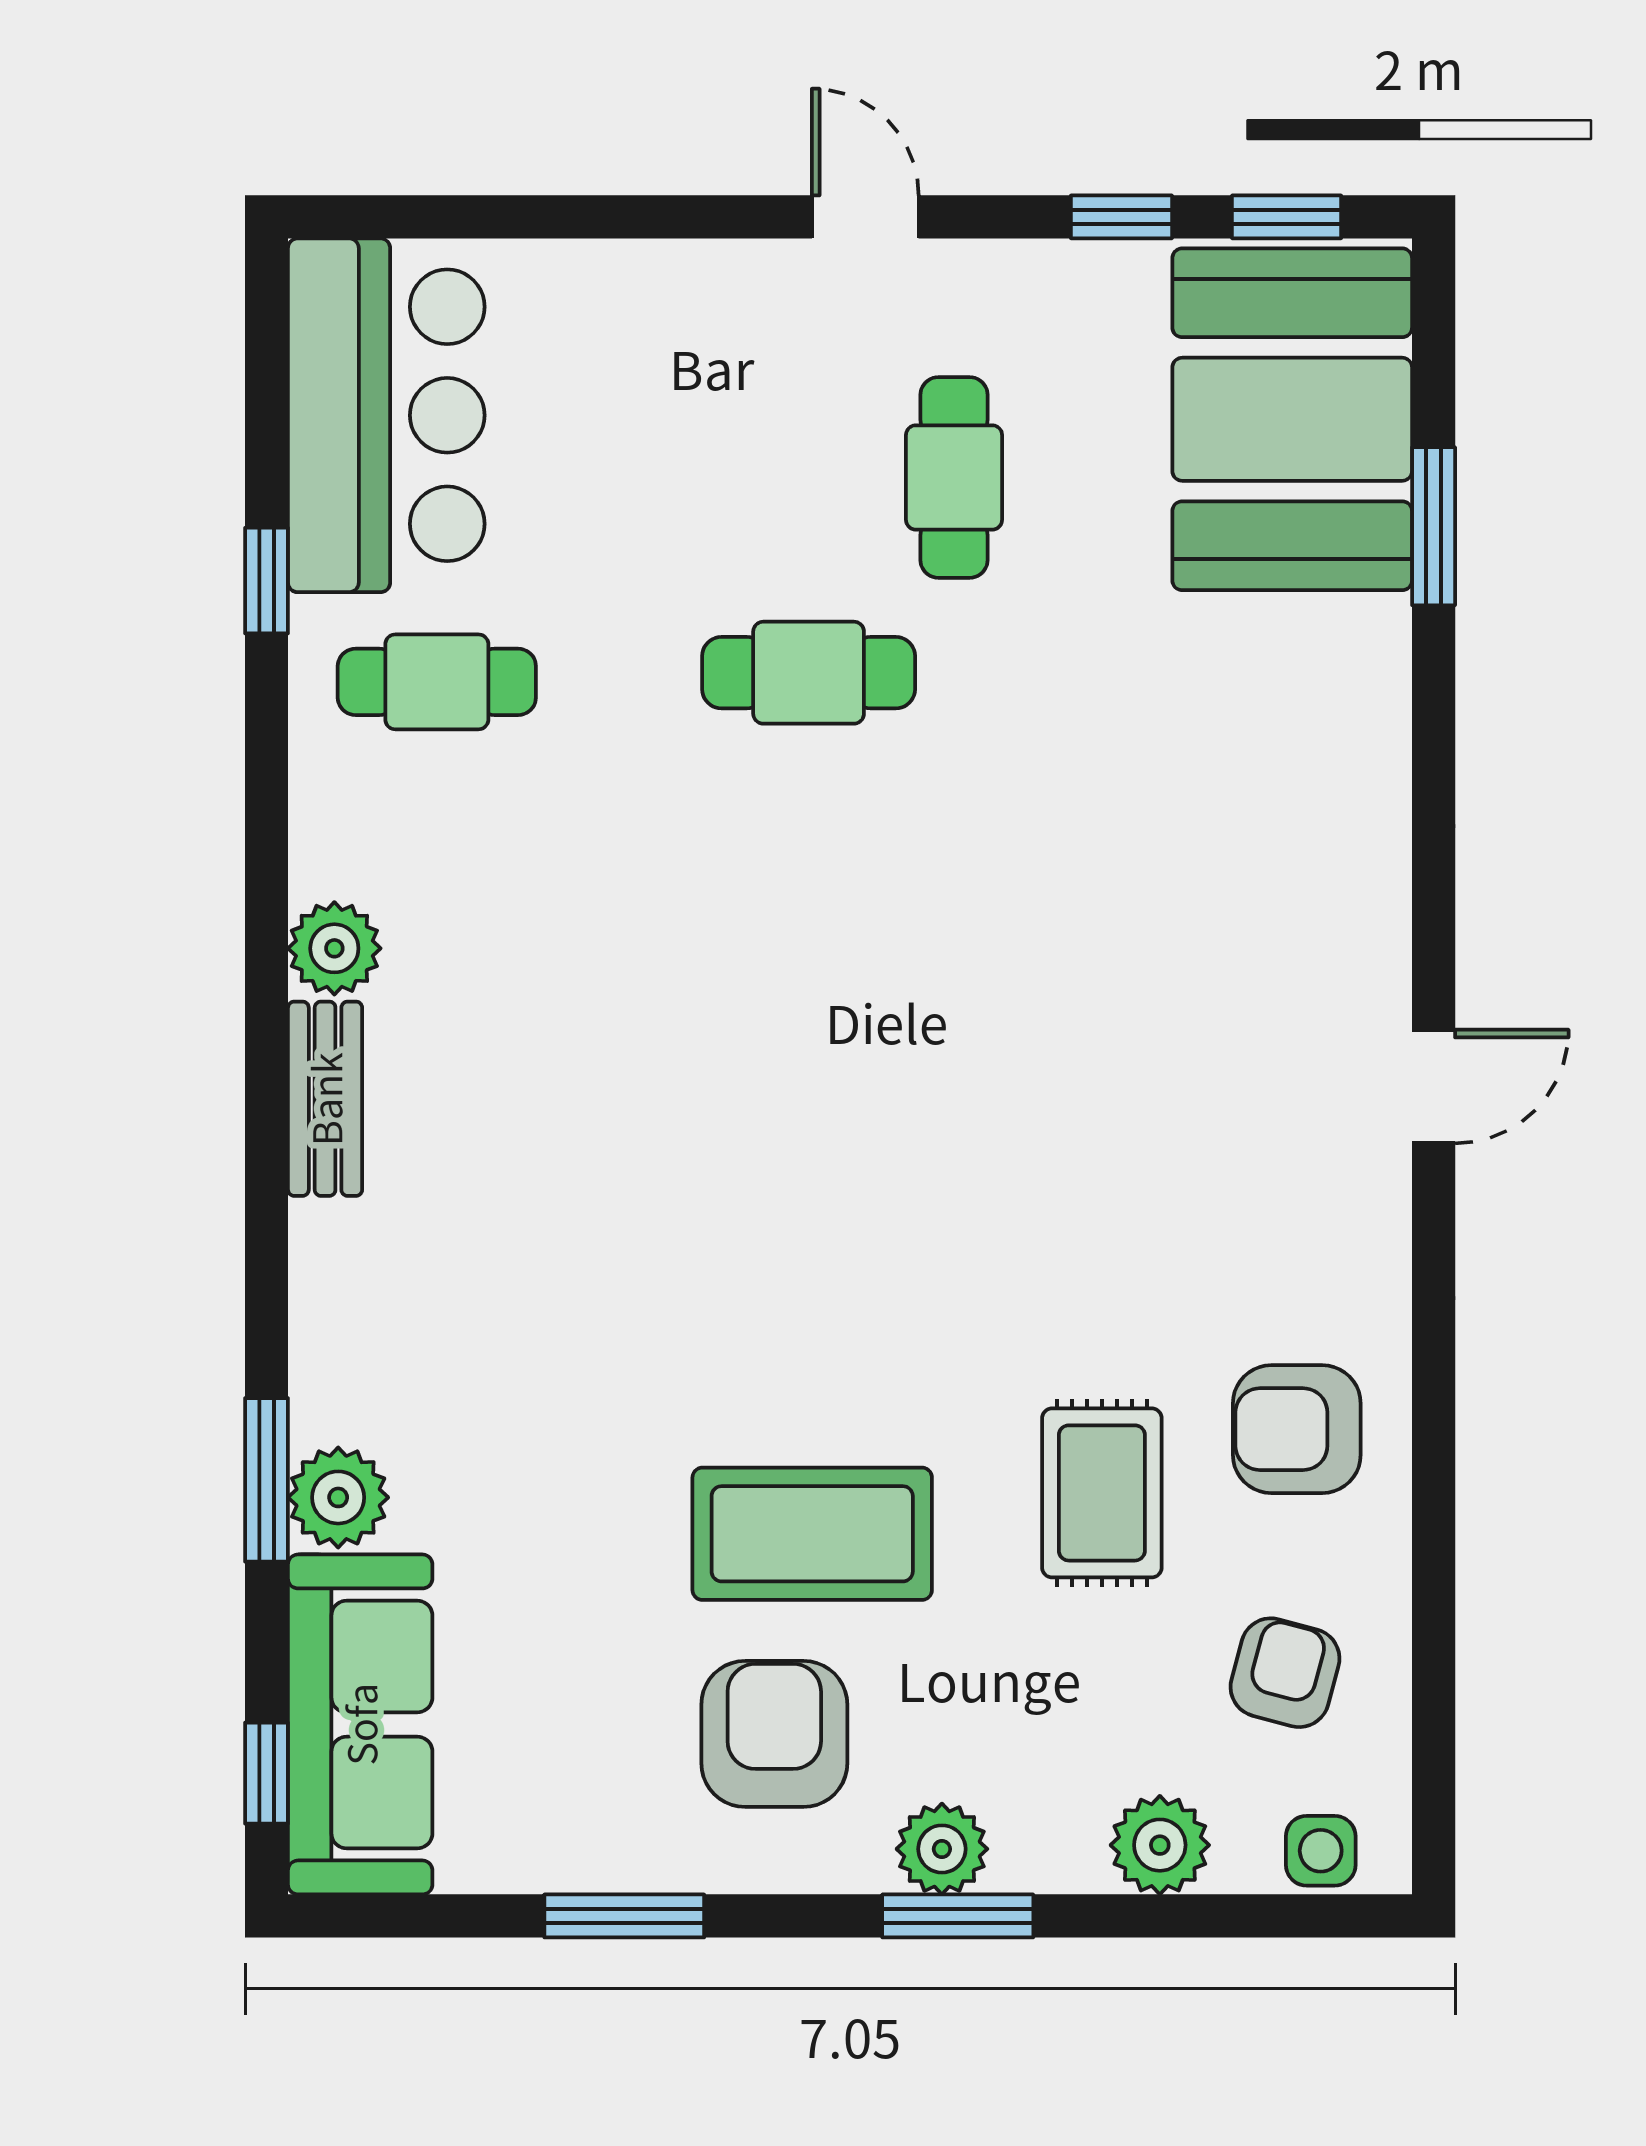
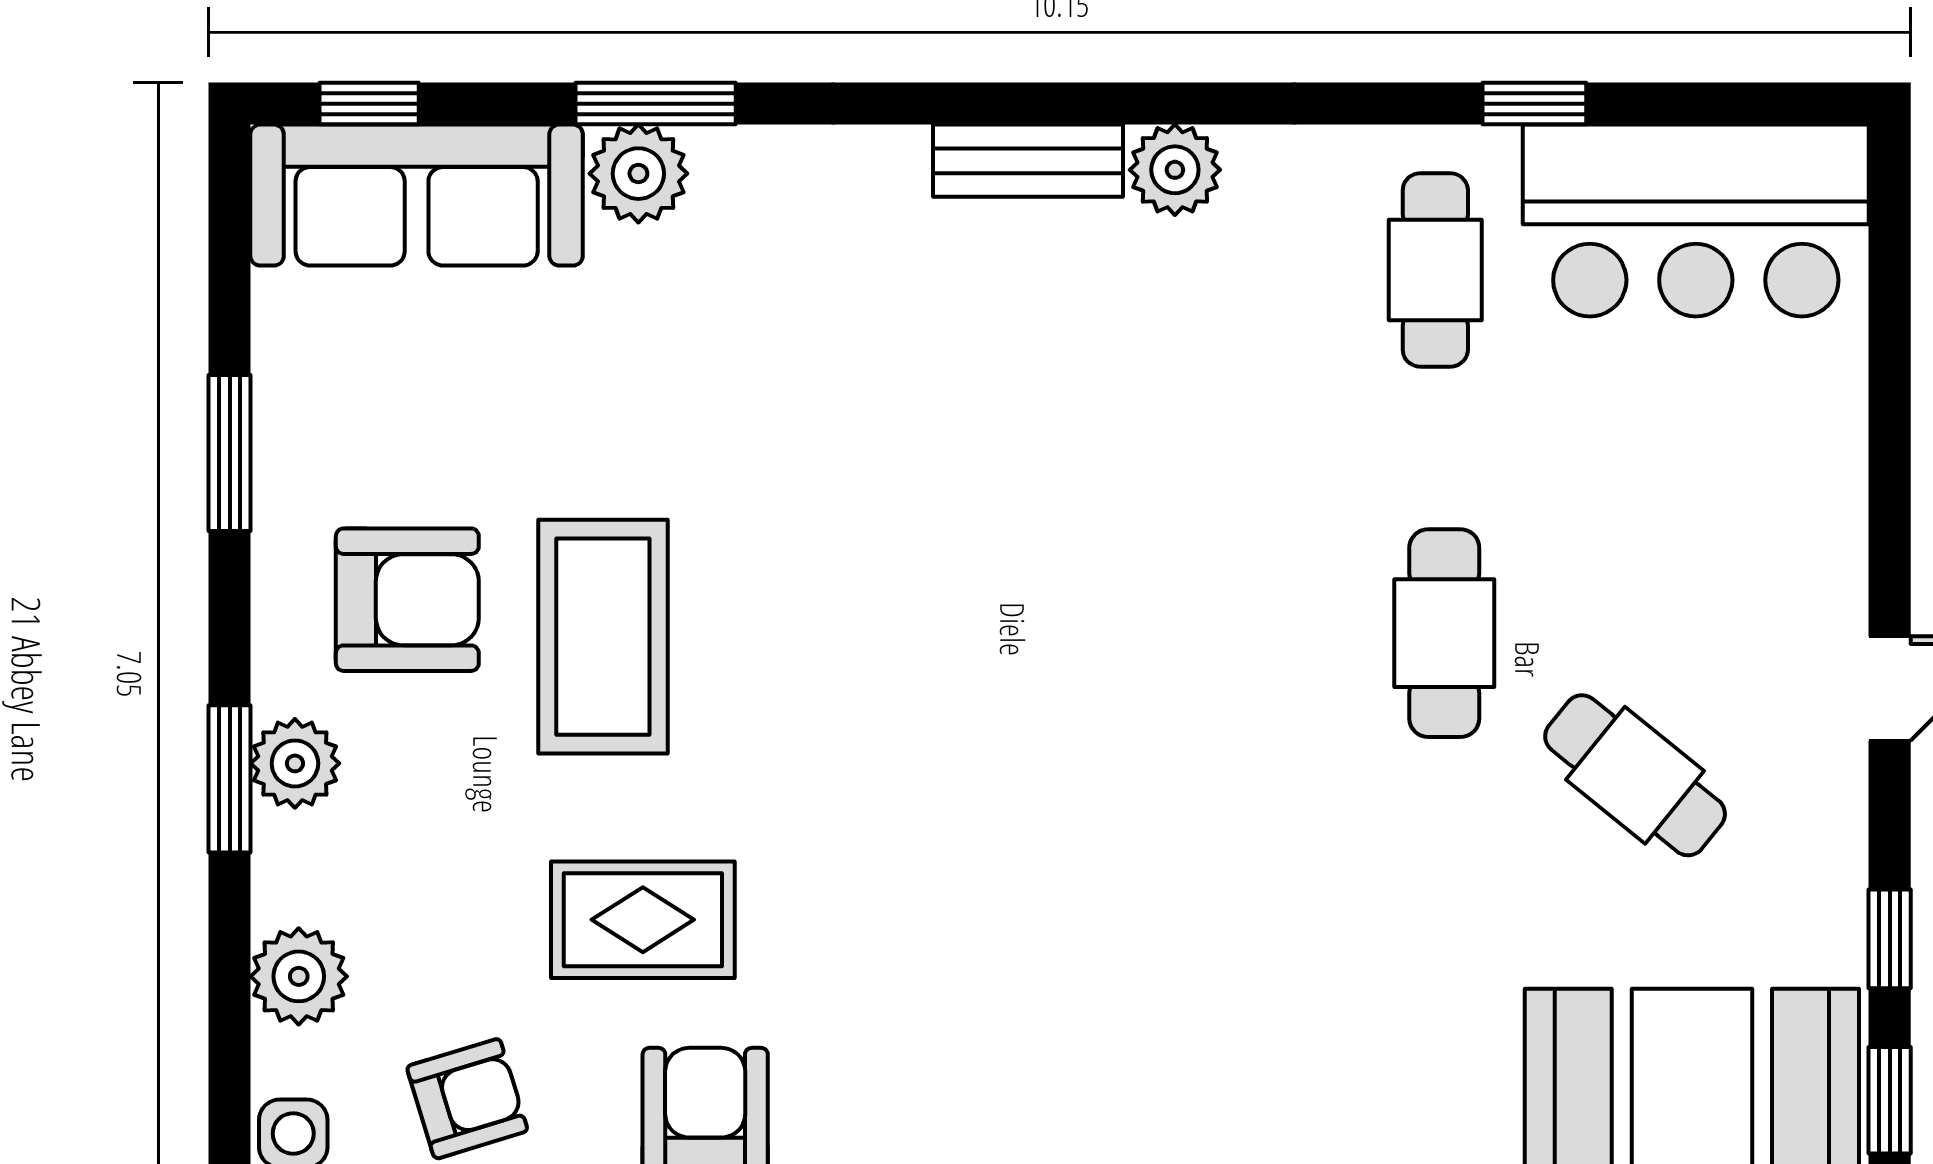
cafe table: (954, 477) -> (1635, 775), turned 39
armchair: (1285, 1673) -> (467, 1099), turned -32

